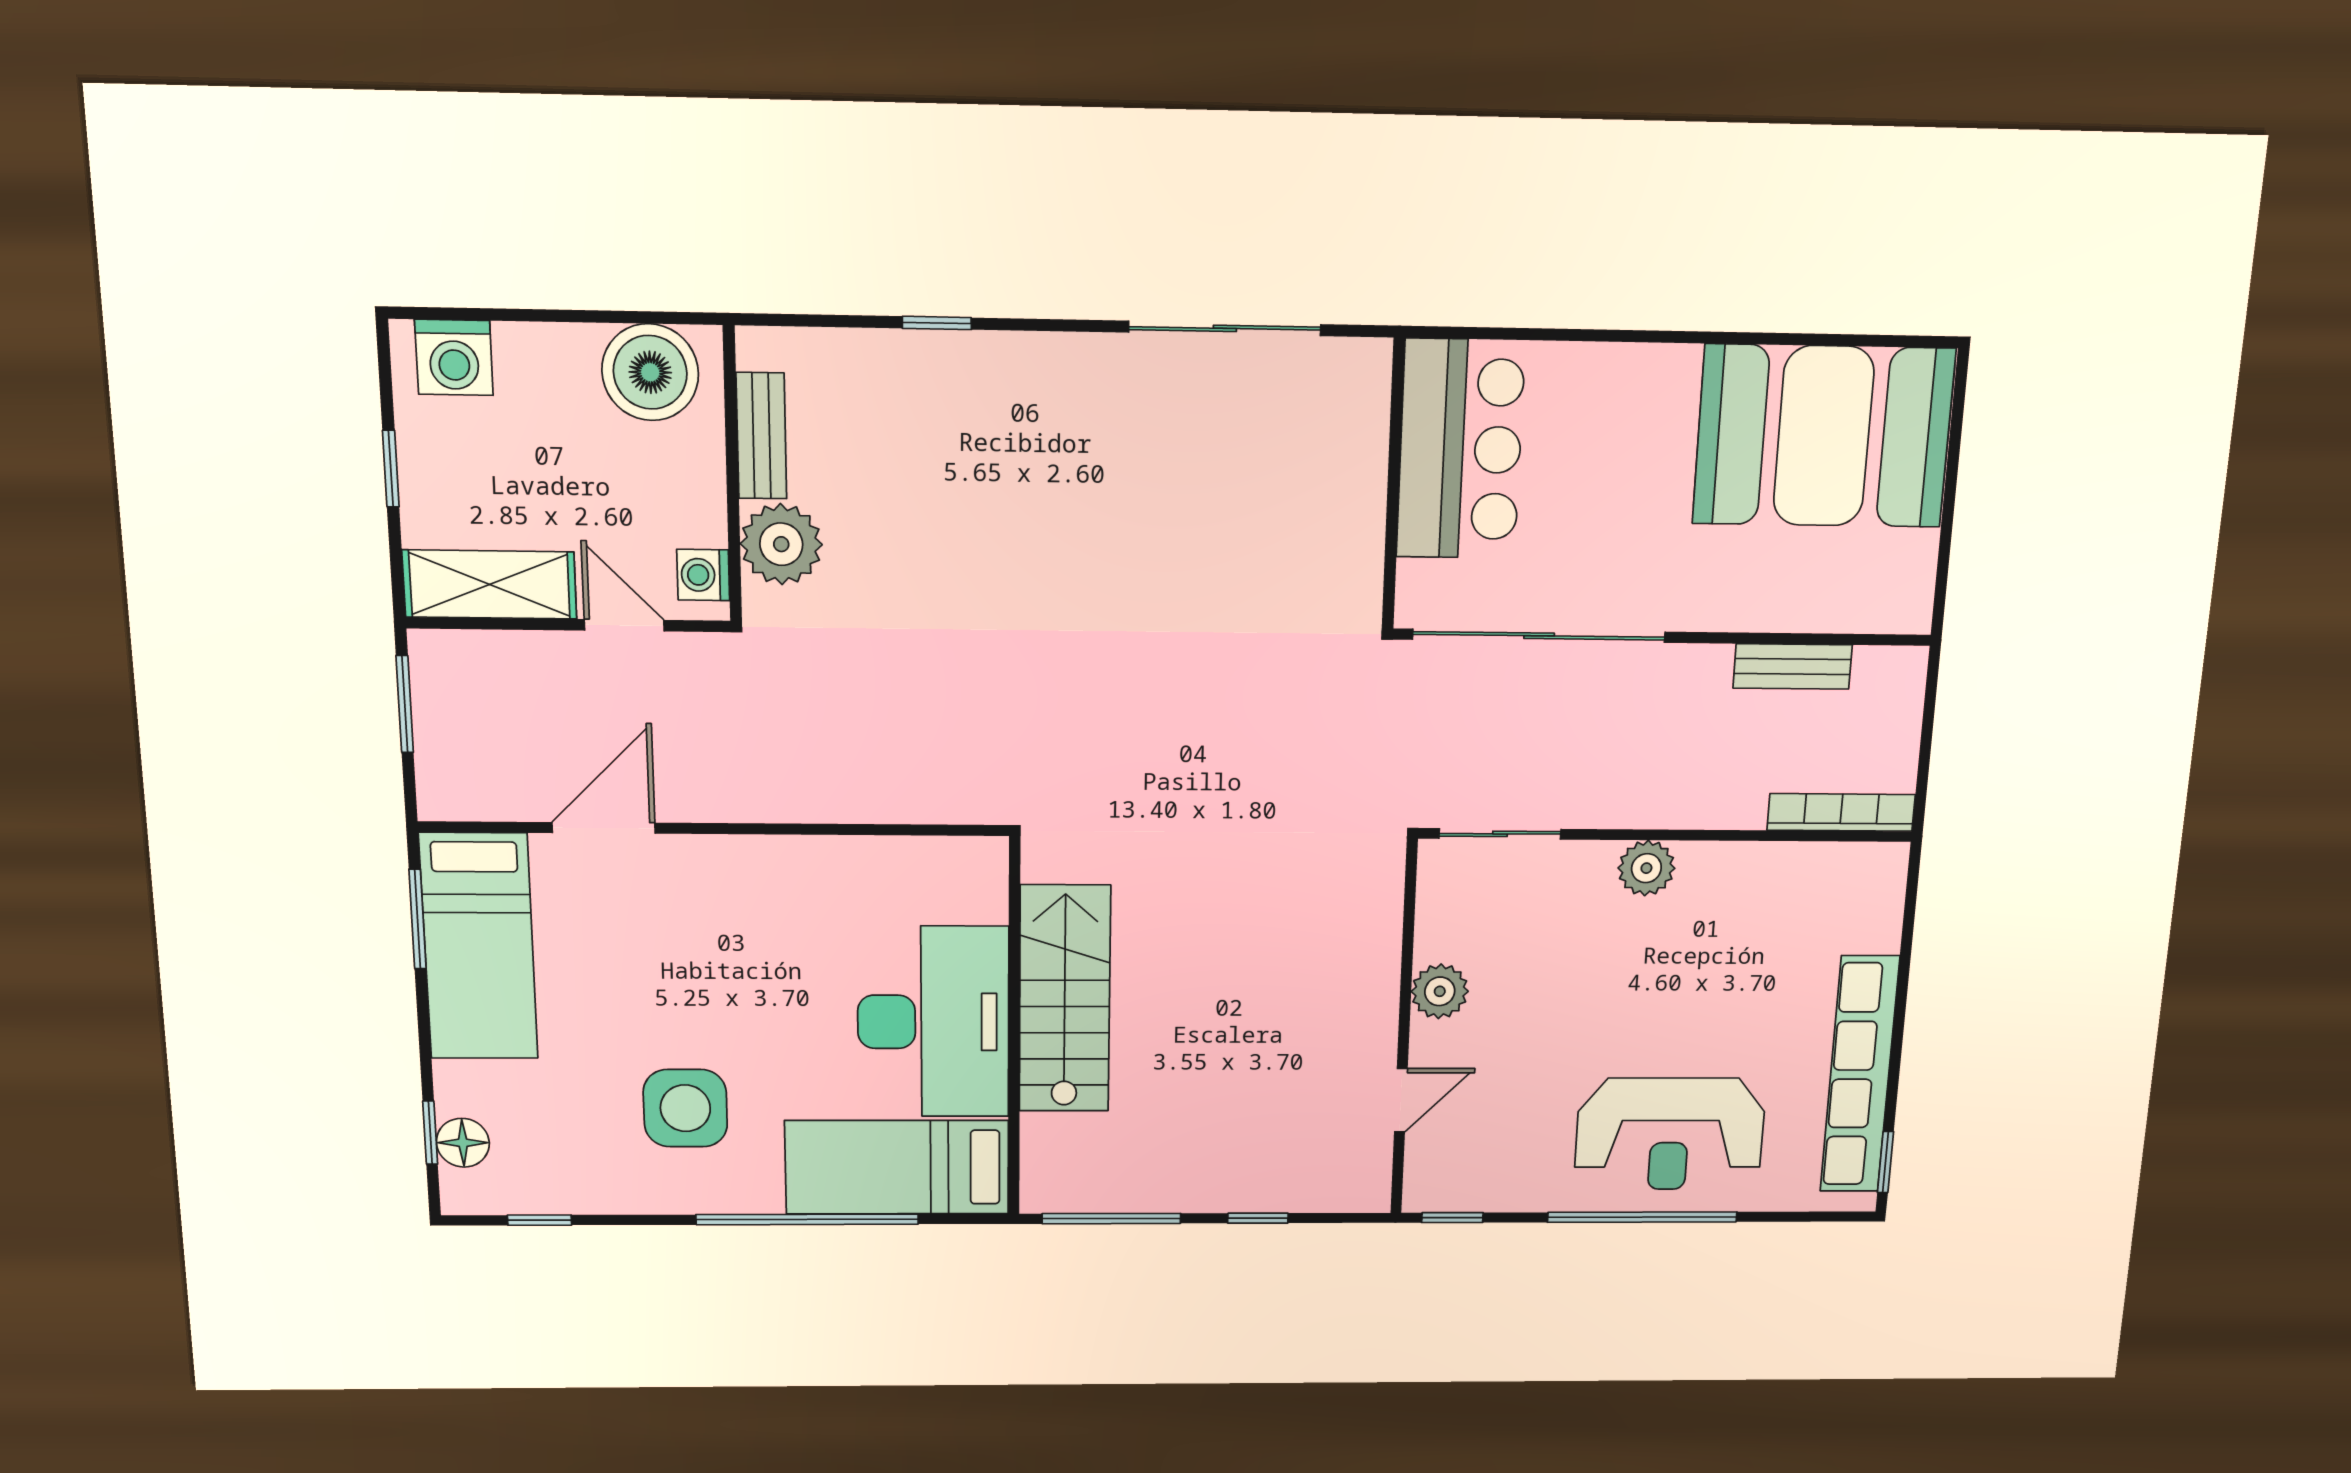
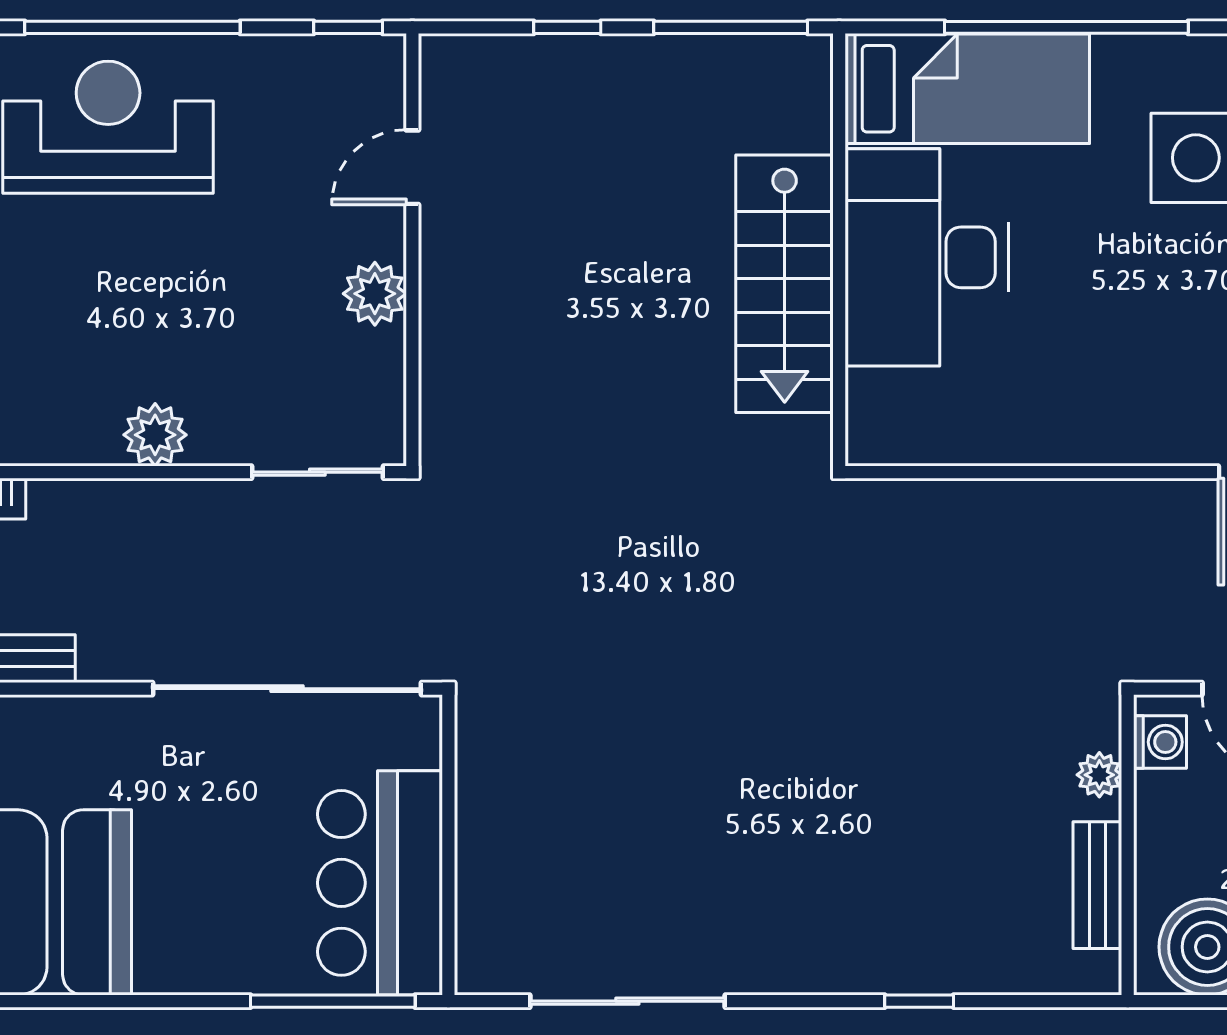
window: (1512, 334) -> (333, 1001), added
plant: (781, 544) -> (1099, 775), width x0.53, depth x0.53

